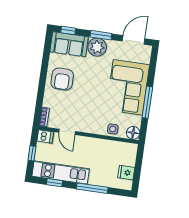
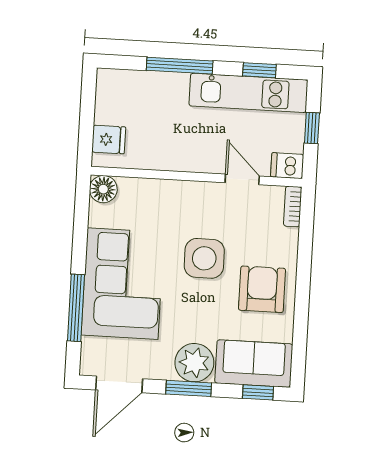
window: (147, 102) -> (76, 308), moved
side table: (113, 129) -> (204, 258), moved, width x1.87, depth x1.87
fridge: (126, 173) -> (109, 139), moved

